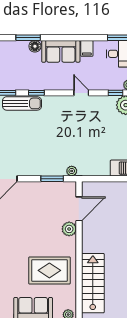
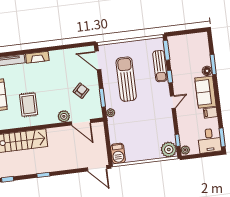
door: (81, 93) -> (173, 102), moved
sun lounger: (33, 147) -> (126, 79), added
armchair: (40, 204) -> (81, 91), added
rug: (49, 270) -> (29, 105), width x0.73, depth x0.70

